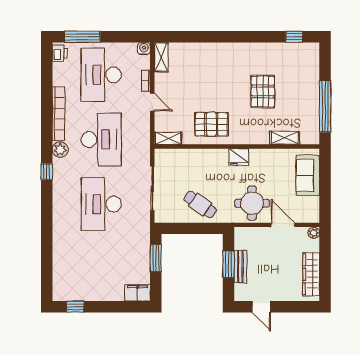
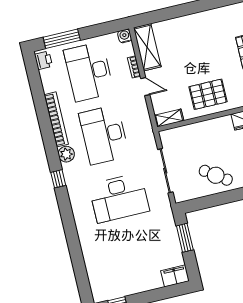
shelving: (161, 57) -> (147, 47), width x1.50, depth x1.33
desk: (101, 139) -> (104, 135), turned 180
desk: (101, 204) -> (119, 198), turned -90

